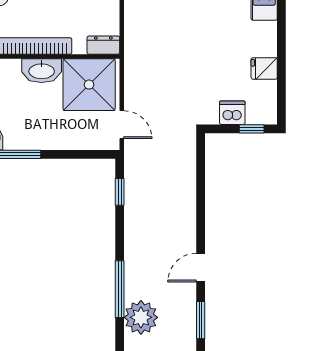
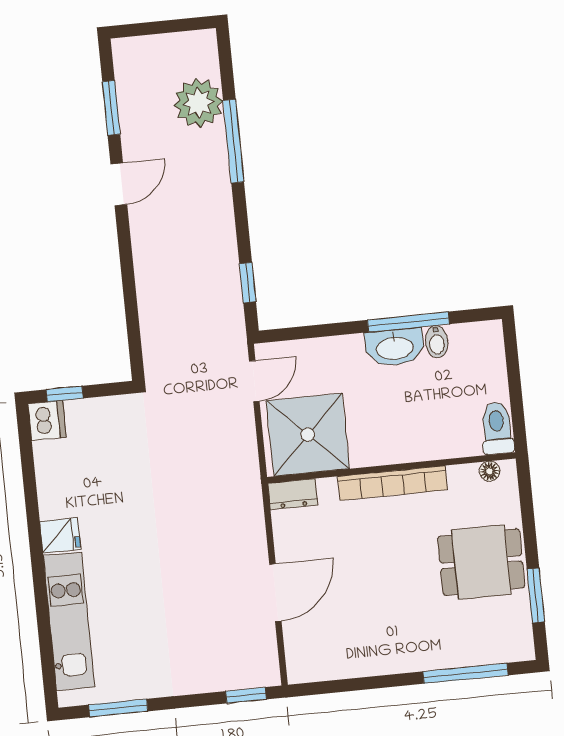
fridge: (264, 68) -> (60, 535), moved
washbasin: (42, 71) -> (395, 347), moved, turned 180
dishwasher: (232, 113) -> (47, 421), moved, turned -90
door: (122, 125) -> (254, 381), swing flipped

